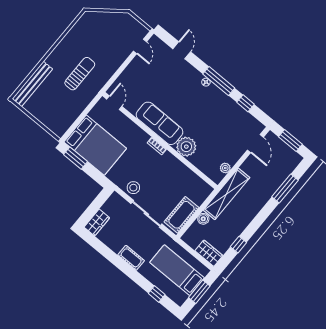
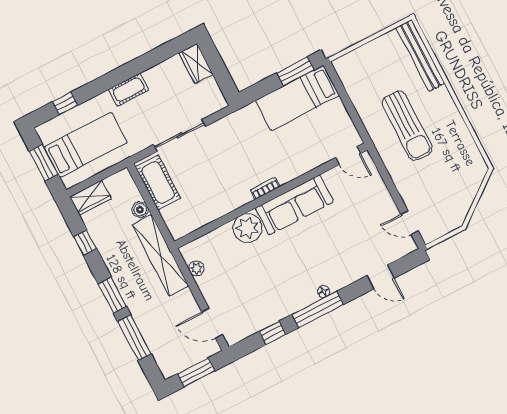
sun lounger: (80, 74) -> (407, 126), width x1.36, depth x1.34
bed: (95, 145) -> (298, 98), width x0.67
stool: (133, 188) -> (222, 133), removed
window: (264, 214) -> (112, 295), added

